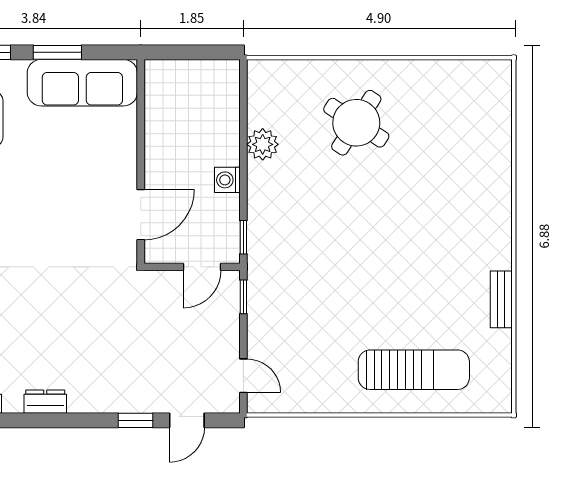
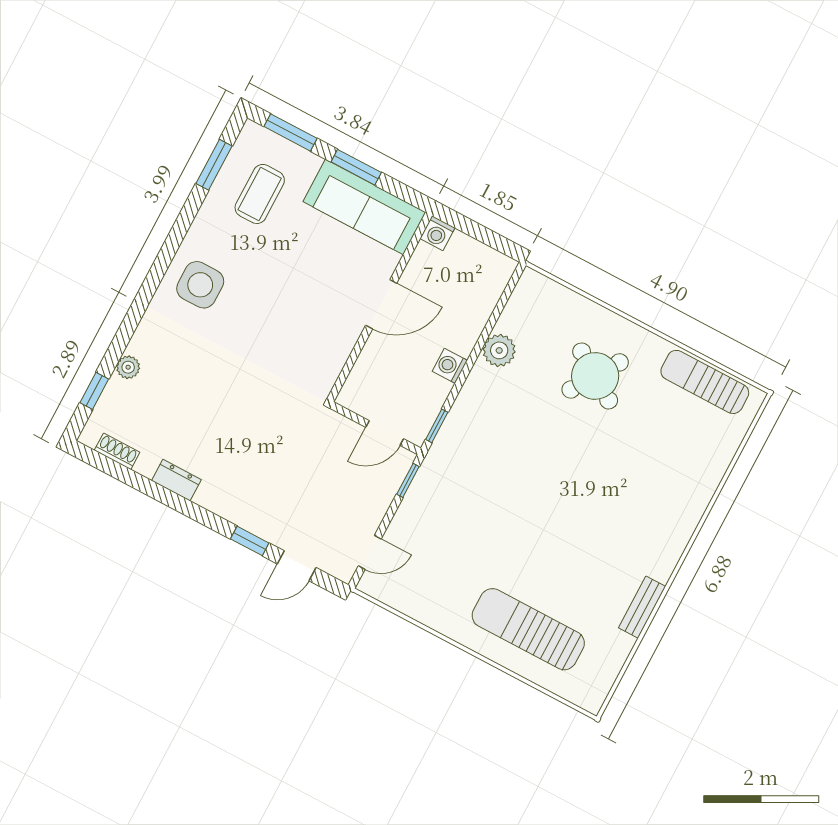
washing machine: (157, 72) -> (437, 233), added
sun lounger: (453, 78) -> (705, 382), added
door: (141, 215) -> (381, 304), moved
sun lounger: (414, 370) -> (528, 629), turned 180
door: (243, 376) -> (370, 552), hinge flipped

